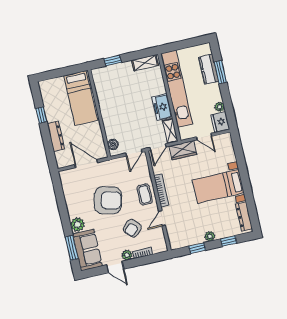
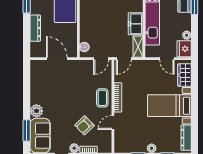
wardrobe: (183, 150) -> (185, 75), moved, turned 90
armchair: (108, 200) -> (68, 96), removed

